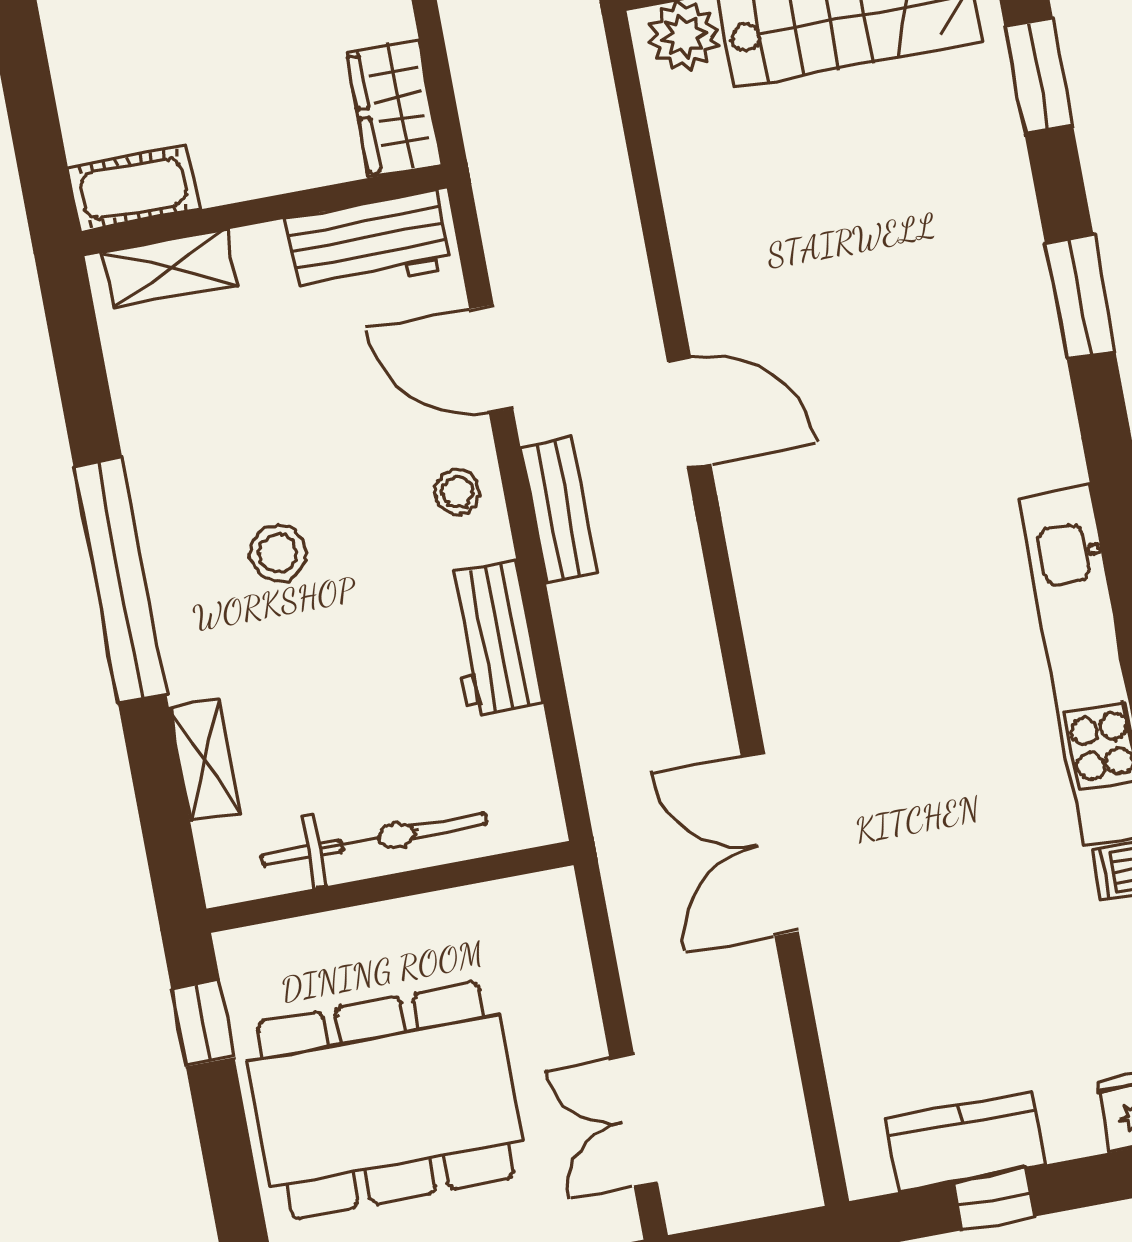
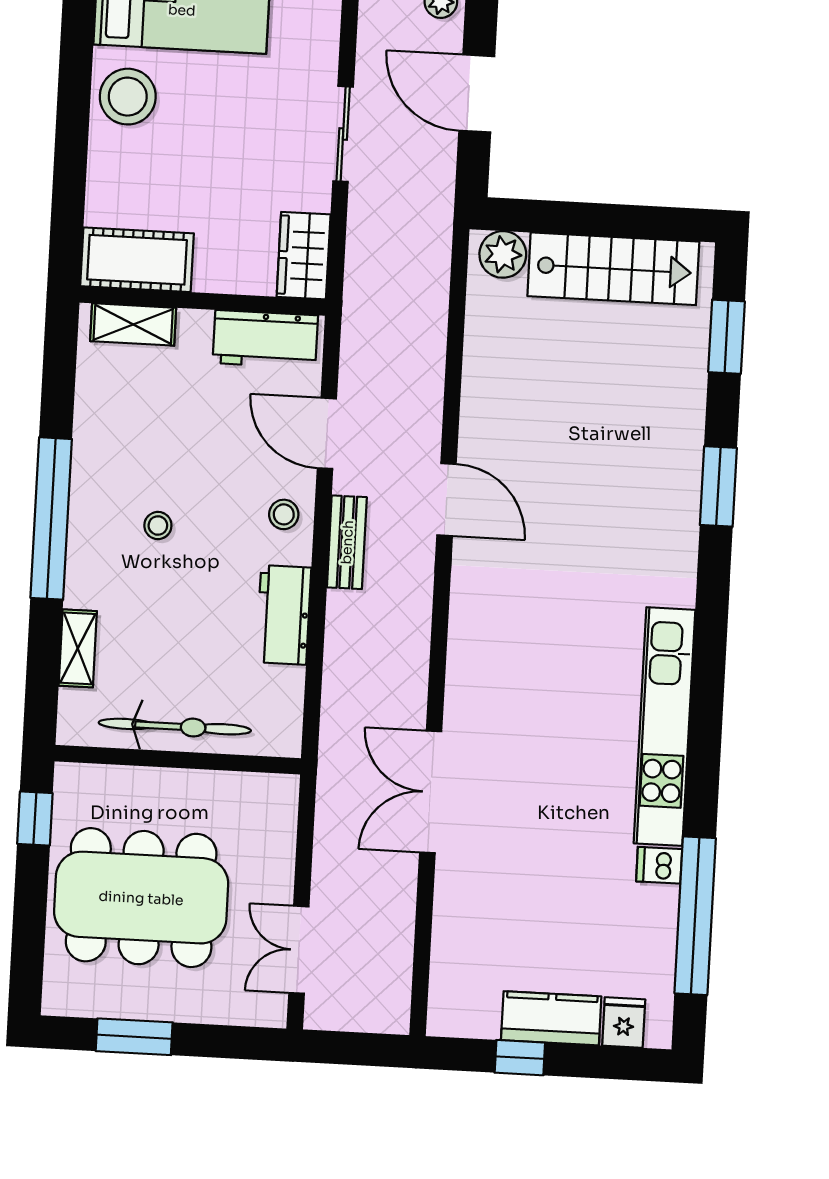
cot: (133, 189) -> (137, 260), width x1.37, depth x1.34
stool: (278, 553) -> (158, 525), width x0.73, depth x0.73
kitchen counter: (966, 1142) -> (551, 1018), moved

